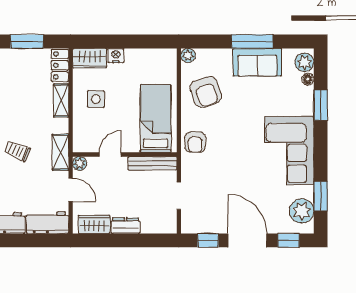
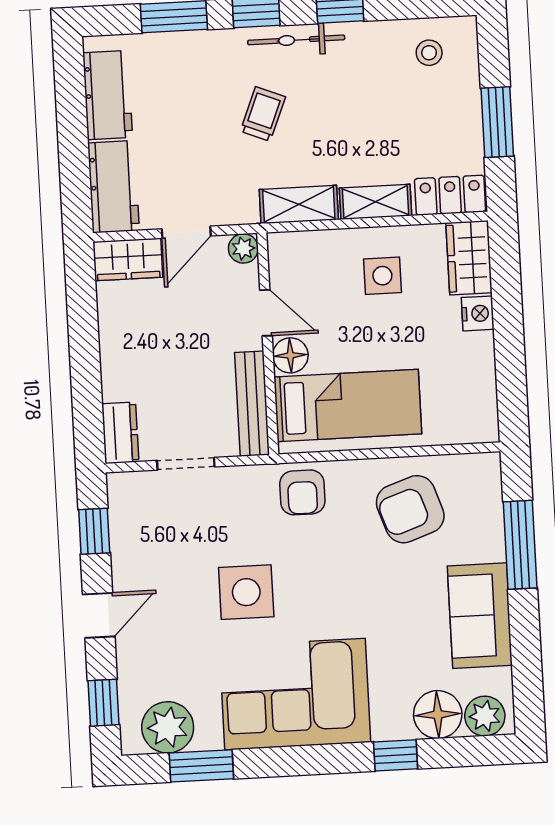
window: (252, 41) -> (520, 545), moved
plant: (188, 55) -> (486, 467), removed
floor lamp: (308, 79) -> (438, 715), width x1.89, depth x1.89
window: (321, 105) -> (396, 755), width x0.67
armchair: (195, 142) -> (302, 492), turned -90
floor lamp: (131, 144) -> (290, 355), added
shelving: (60, 152) -> (299, 204), moved
side table: (240, 171) -> (246, 592), added
wardrobe: (94, 224) -> (128, 259), moved, turned 90
dresser: (126, 226) -> (120, 433), moved
door: (248, 240) -> (99, 615), width x0.53

